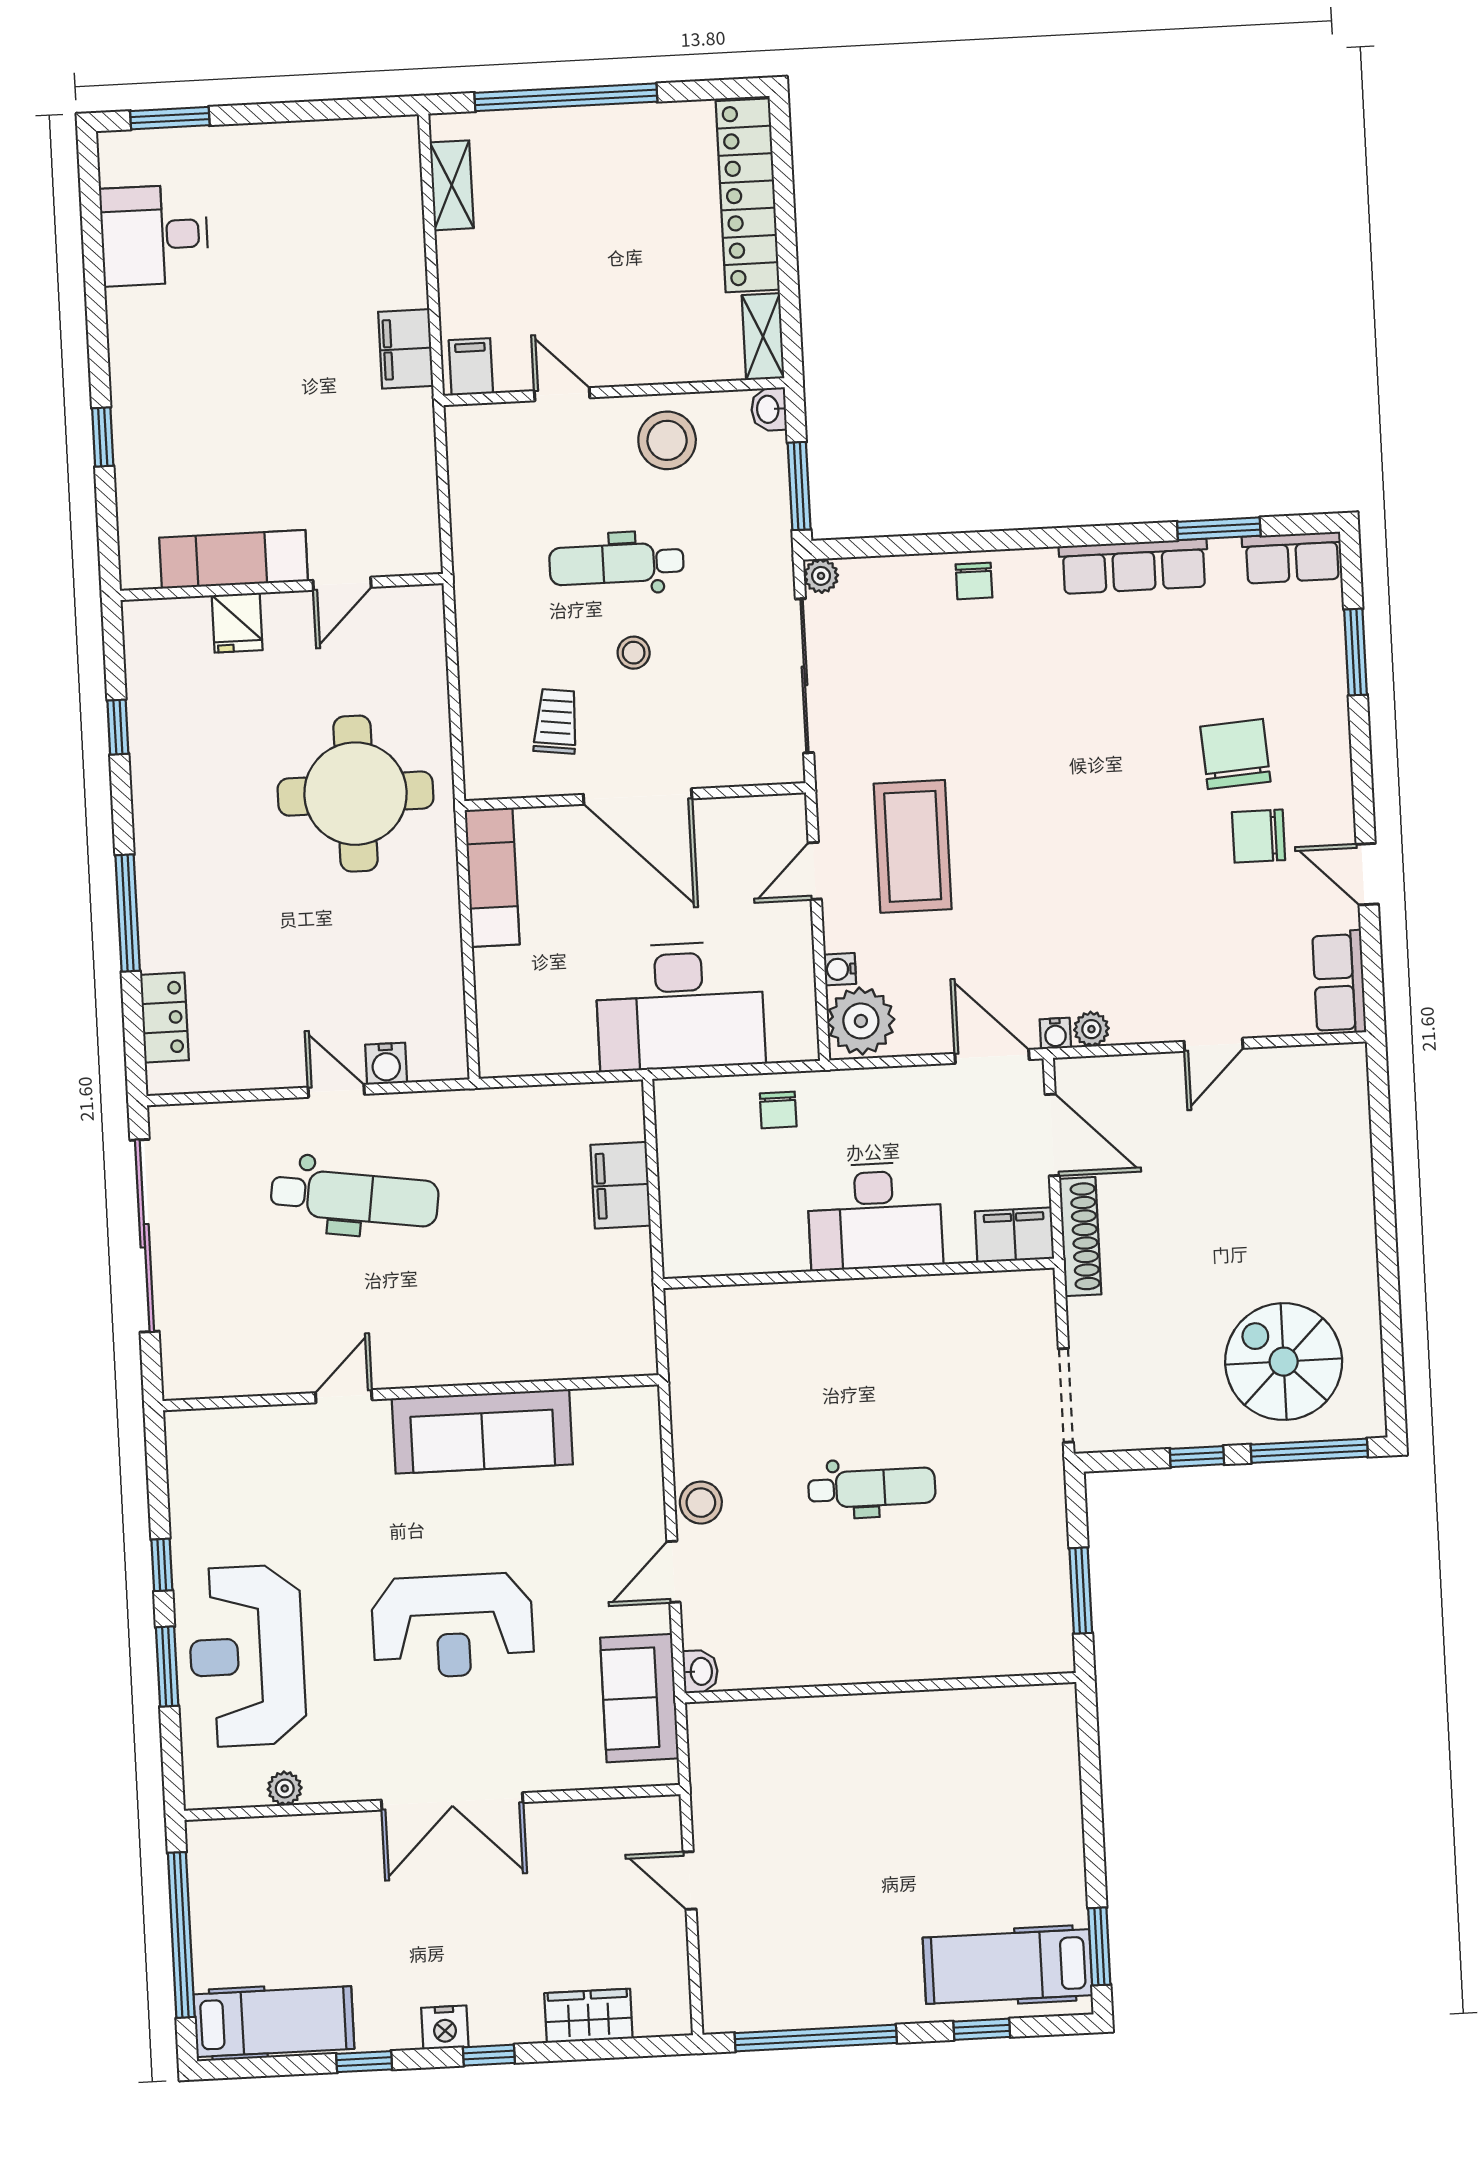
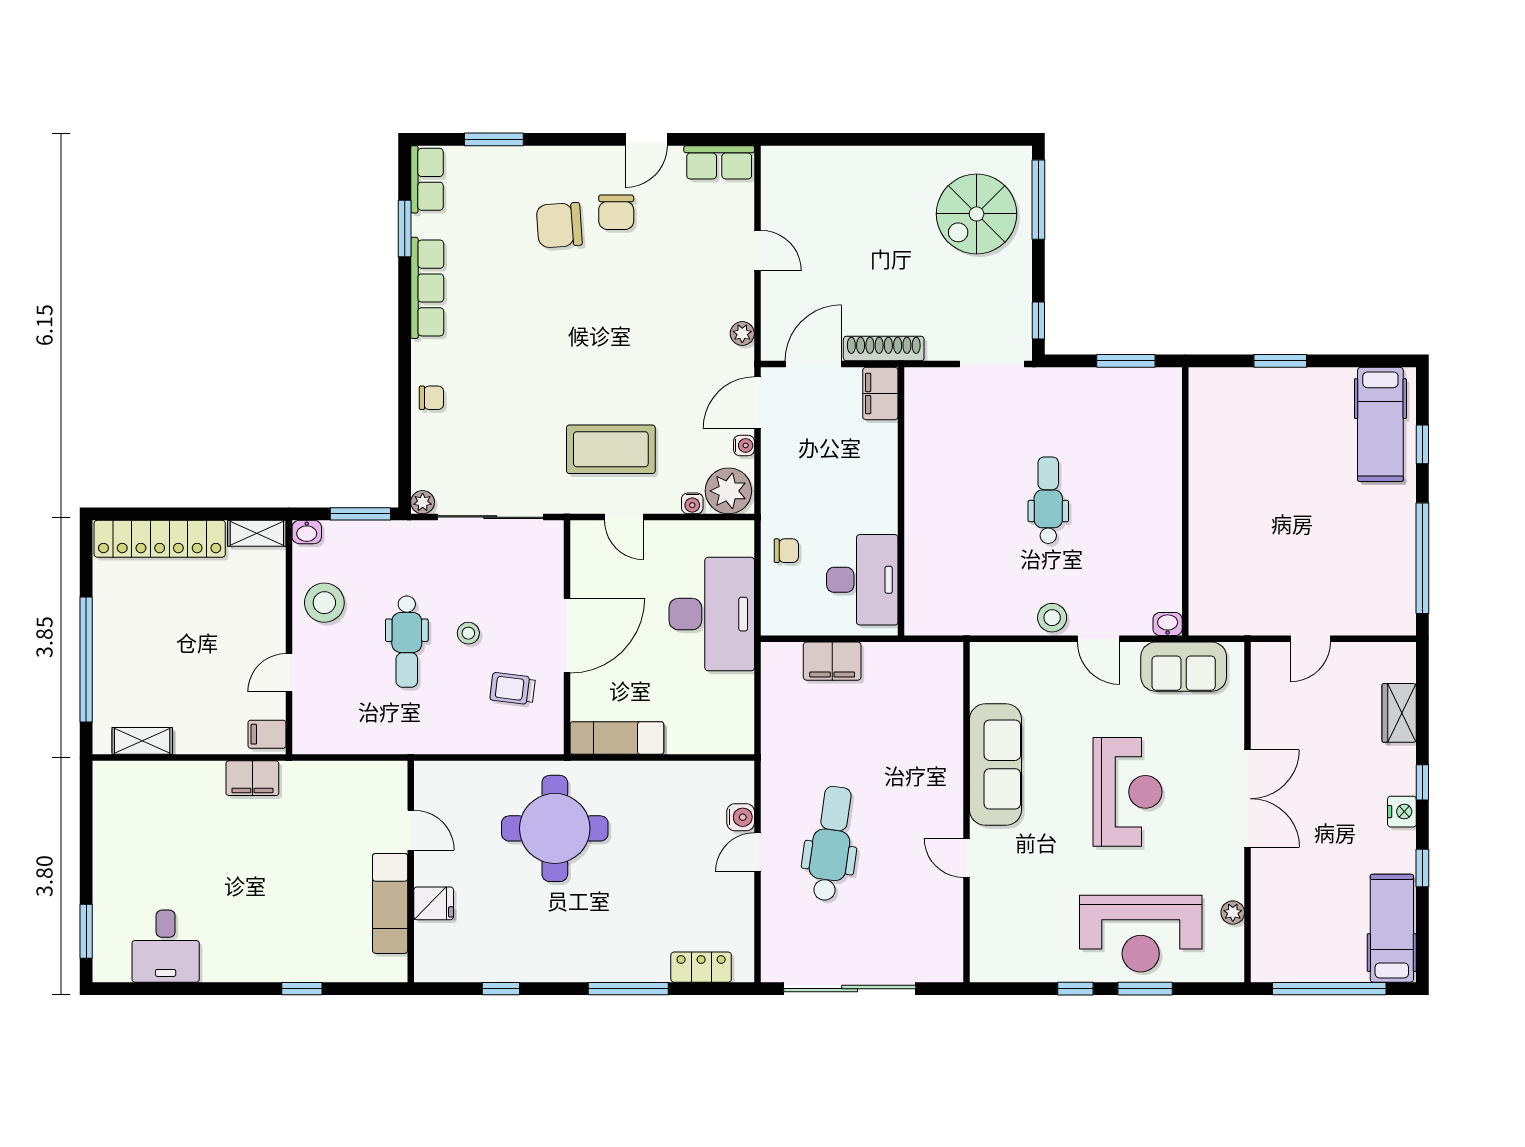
water cooler: (1055, 1034) -> (744, 445), moved
desk: (875, 1216) -> (862, 580), moved
window: (1197, 1457) -> (1038, 320), moved
window: (1099, 1946) -> (1280, 361), moved

